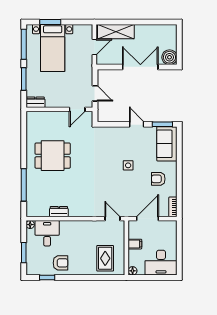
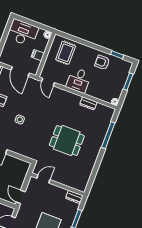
door: (95, 93) -> (21, 197), moved
dining table: (53, 156) -> (67, 141), moved
door: (148, 219) -> (20, 72), hinge flipped
desk: (47, 233) -> (79, 80), moved

